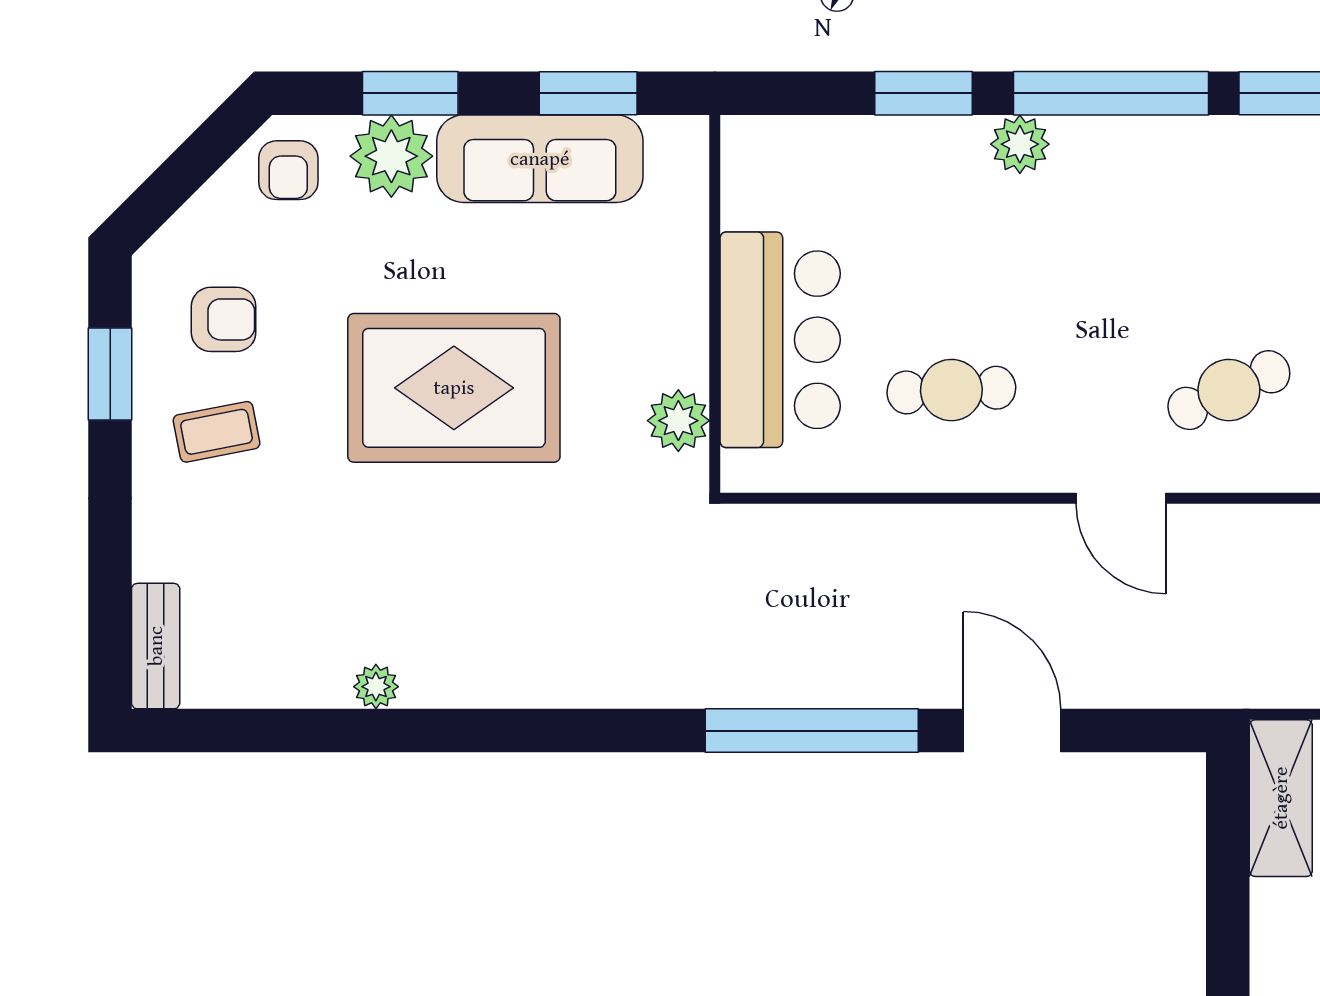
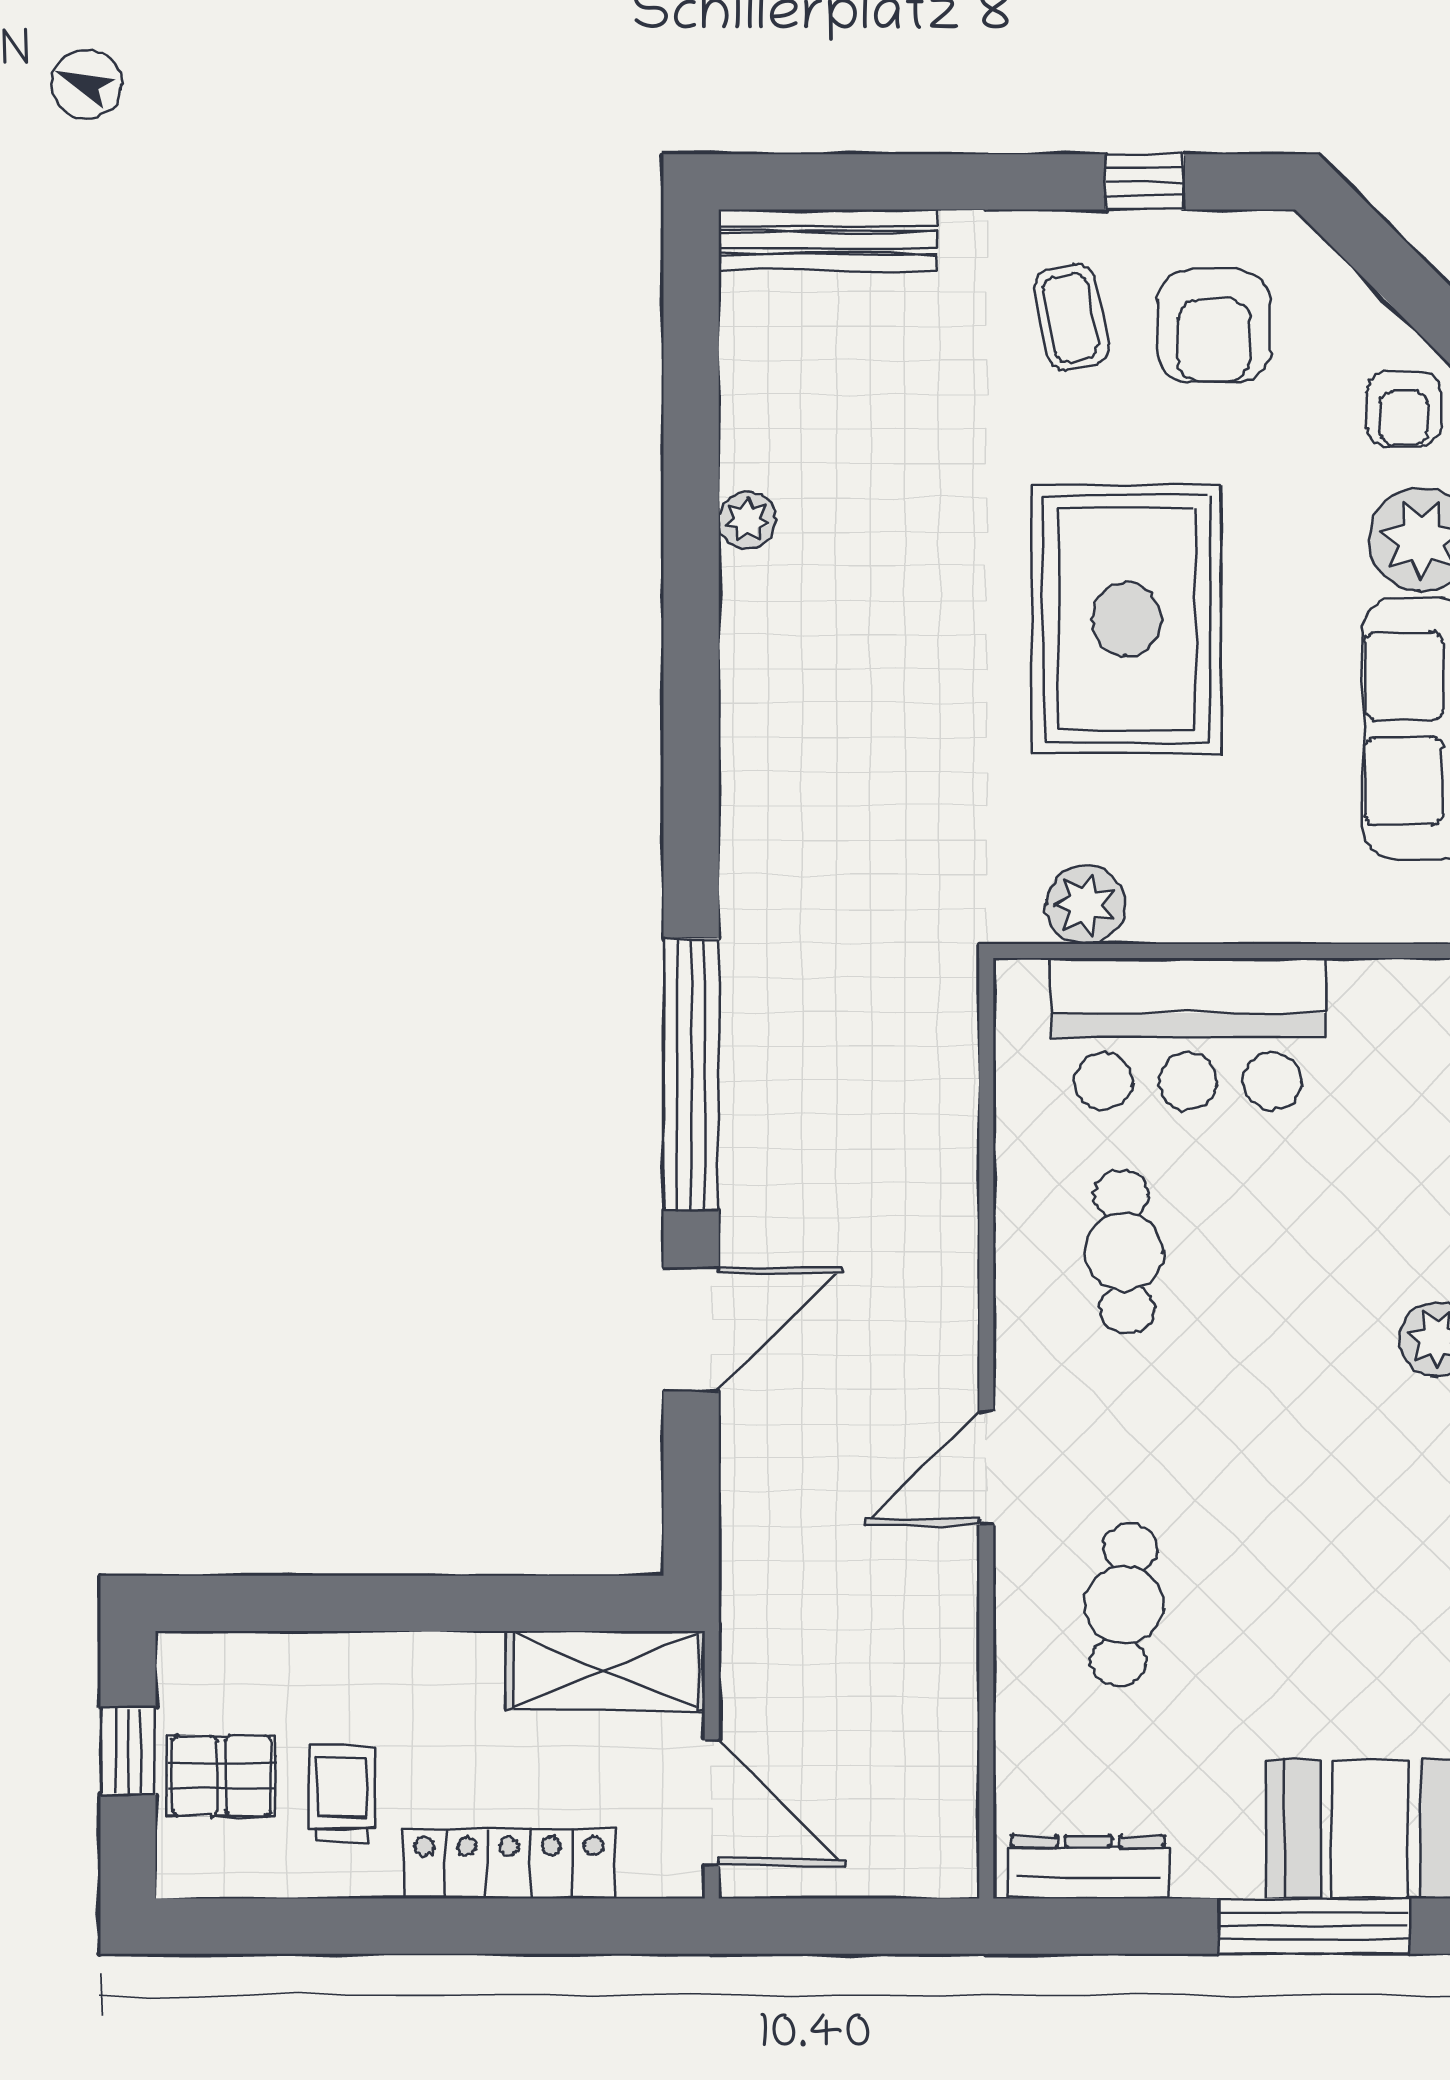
armchair: (288, 170) -> (1404, 409), turned -90
armchair: (224, 319) -> (1214, 326), width x1.38, depth x1.38
window: (110, 374) -> (1144, 182), width x0.67
cafe table: (1229, 390) -> (1124, 1605), turned 30
bench: (156, 646) -> (828, 240), width x1.36

